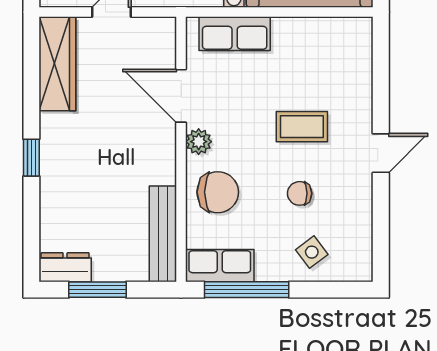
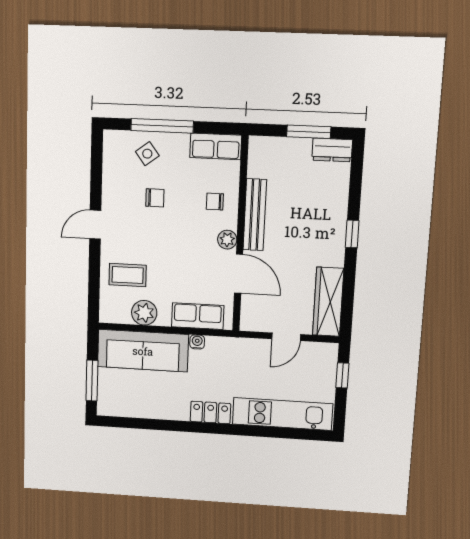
plant: (309, 34) -> (144, 313), added
coffee table: (302, 127) -> (128, 275), moved
chair: (218, 192) -> (215, 202), width x0.54, depth x0.54
bench: (163, 234) -> (255, 215), moved
window: (247, 290) -> (162, 126), moved

